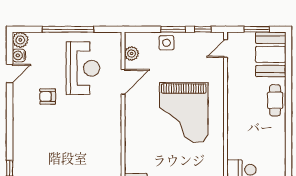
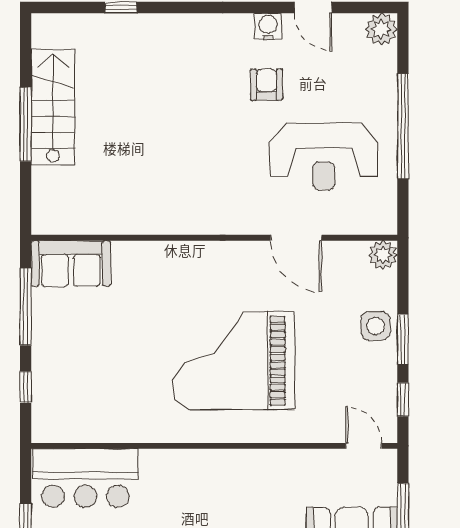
plant: (132, 53) -> (383, 255), moved
water cooler: (19, 55) -> (268, 26), moved

